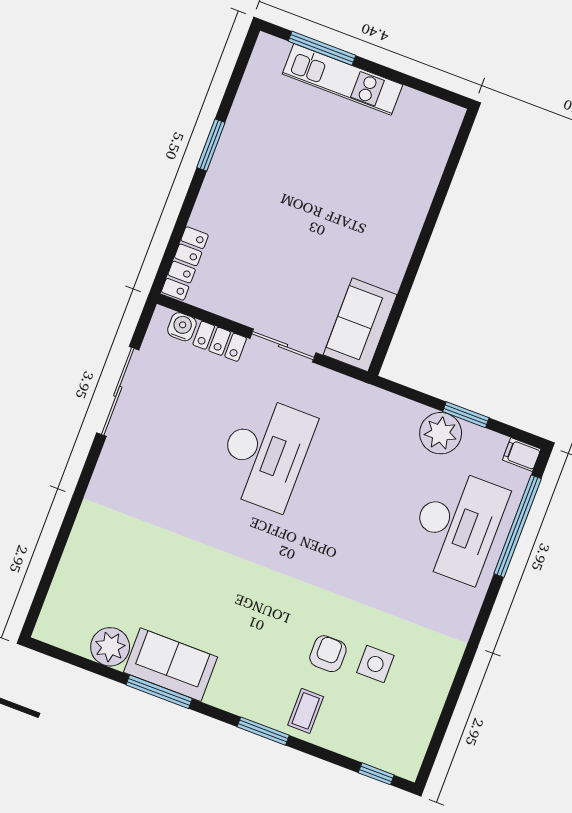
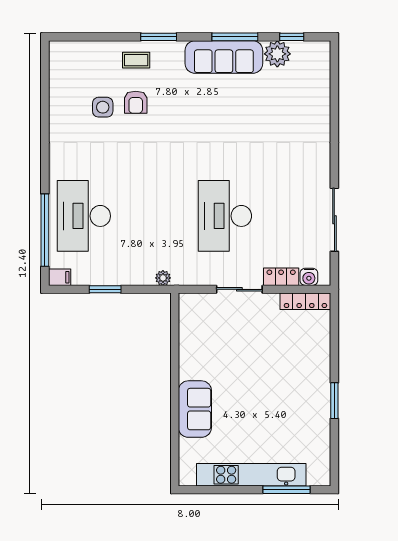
kitchen unit: (342, 79) -> (251, 475), width x1.36
locker: (185, 263) -> (305, 301), moved, turned -90
sofa: (360, 325) -> (195, 409), moved
plant: (441, 433) -> (163, 278), moved, width x0.53, depth x0.53
sofa: (171, 665) -> (224, 57), width x1.36
coffee table: (306, 711) -> (136, 60), turned 90
window: (376, 774) -> (292, 37), moved

